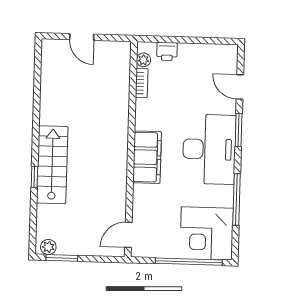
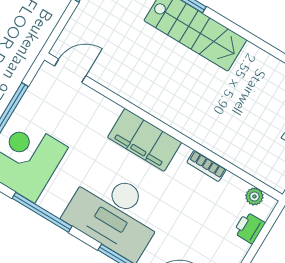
bookcase: (142, 83) -> (206, 166), moved
door: (128, 235) -> (70, 71), hinge flipped

